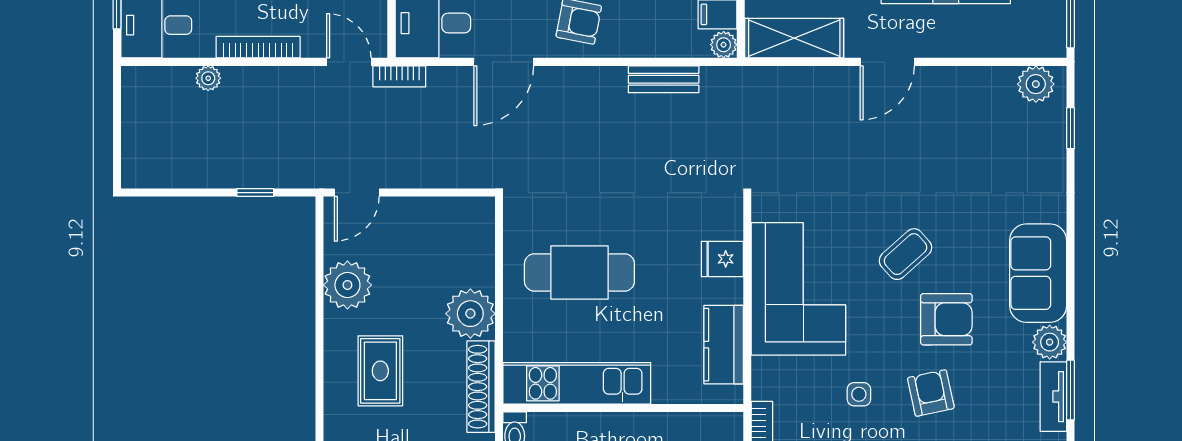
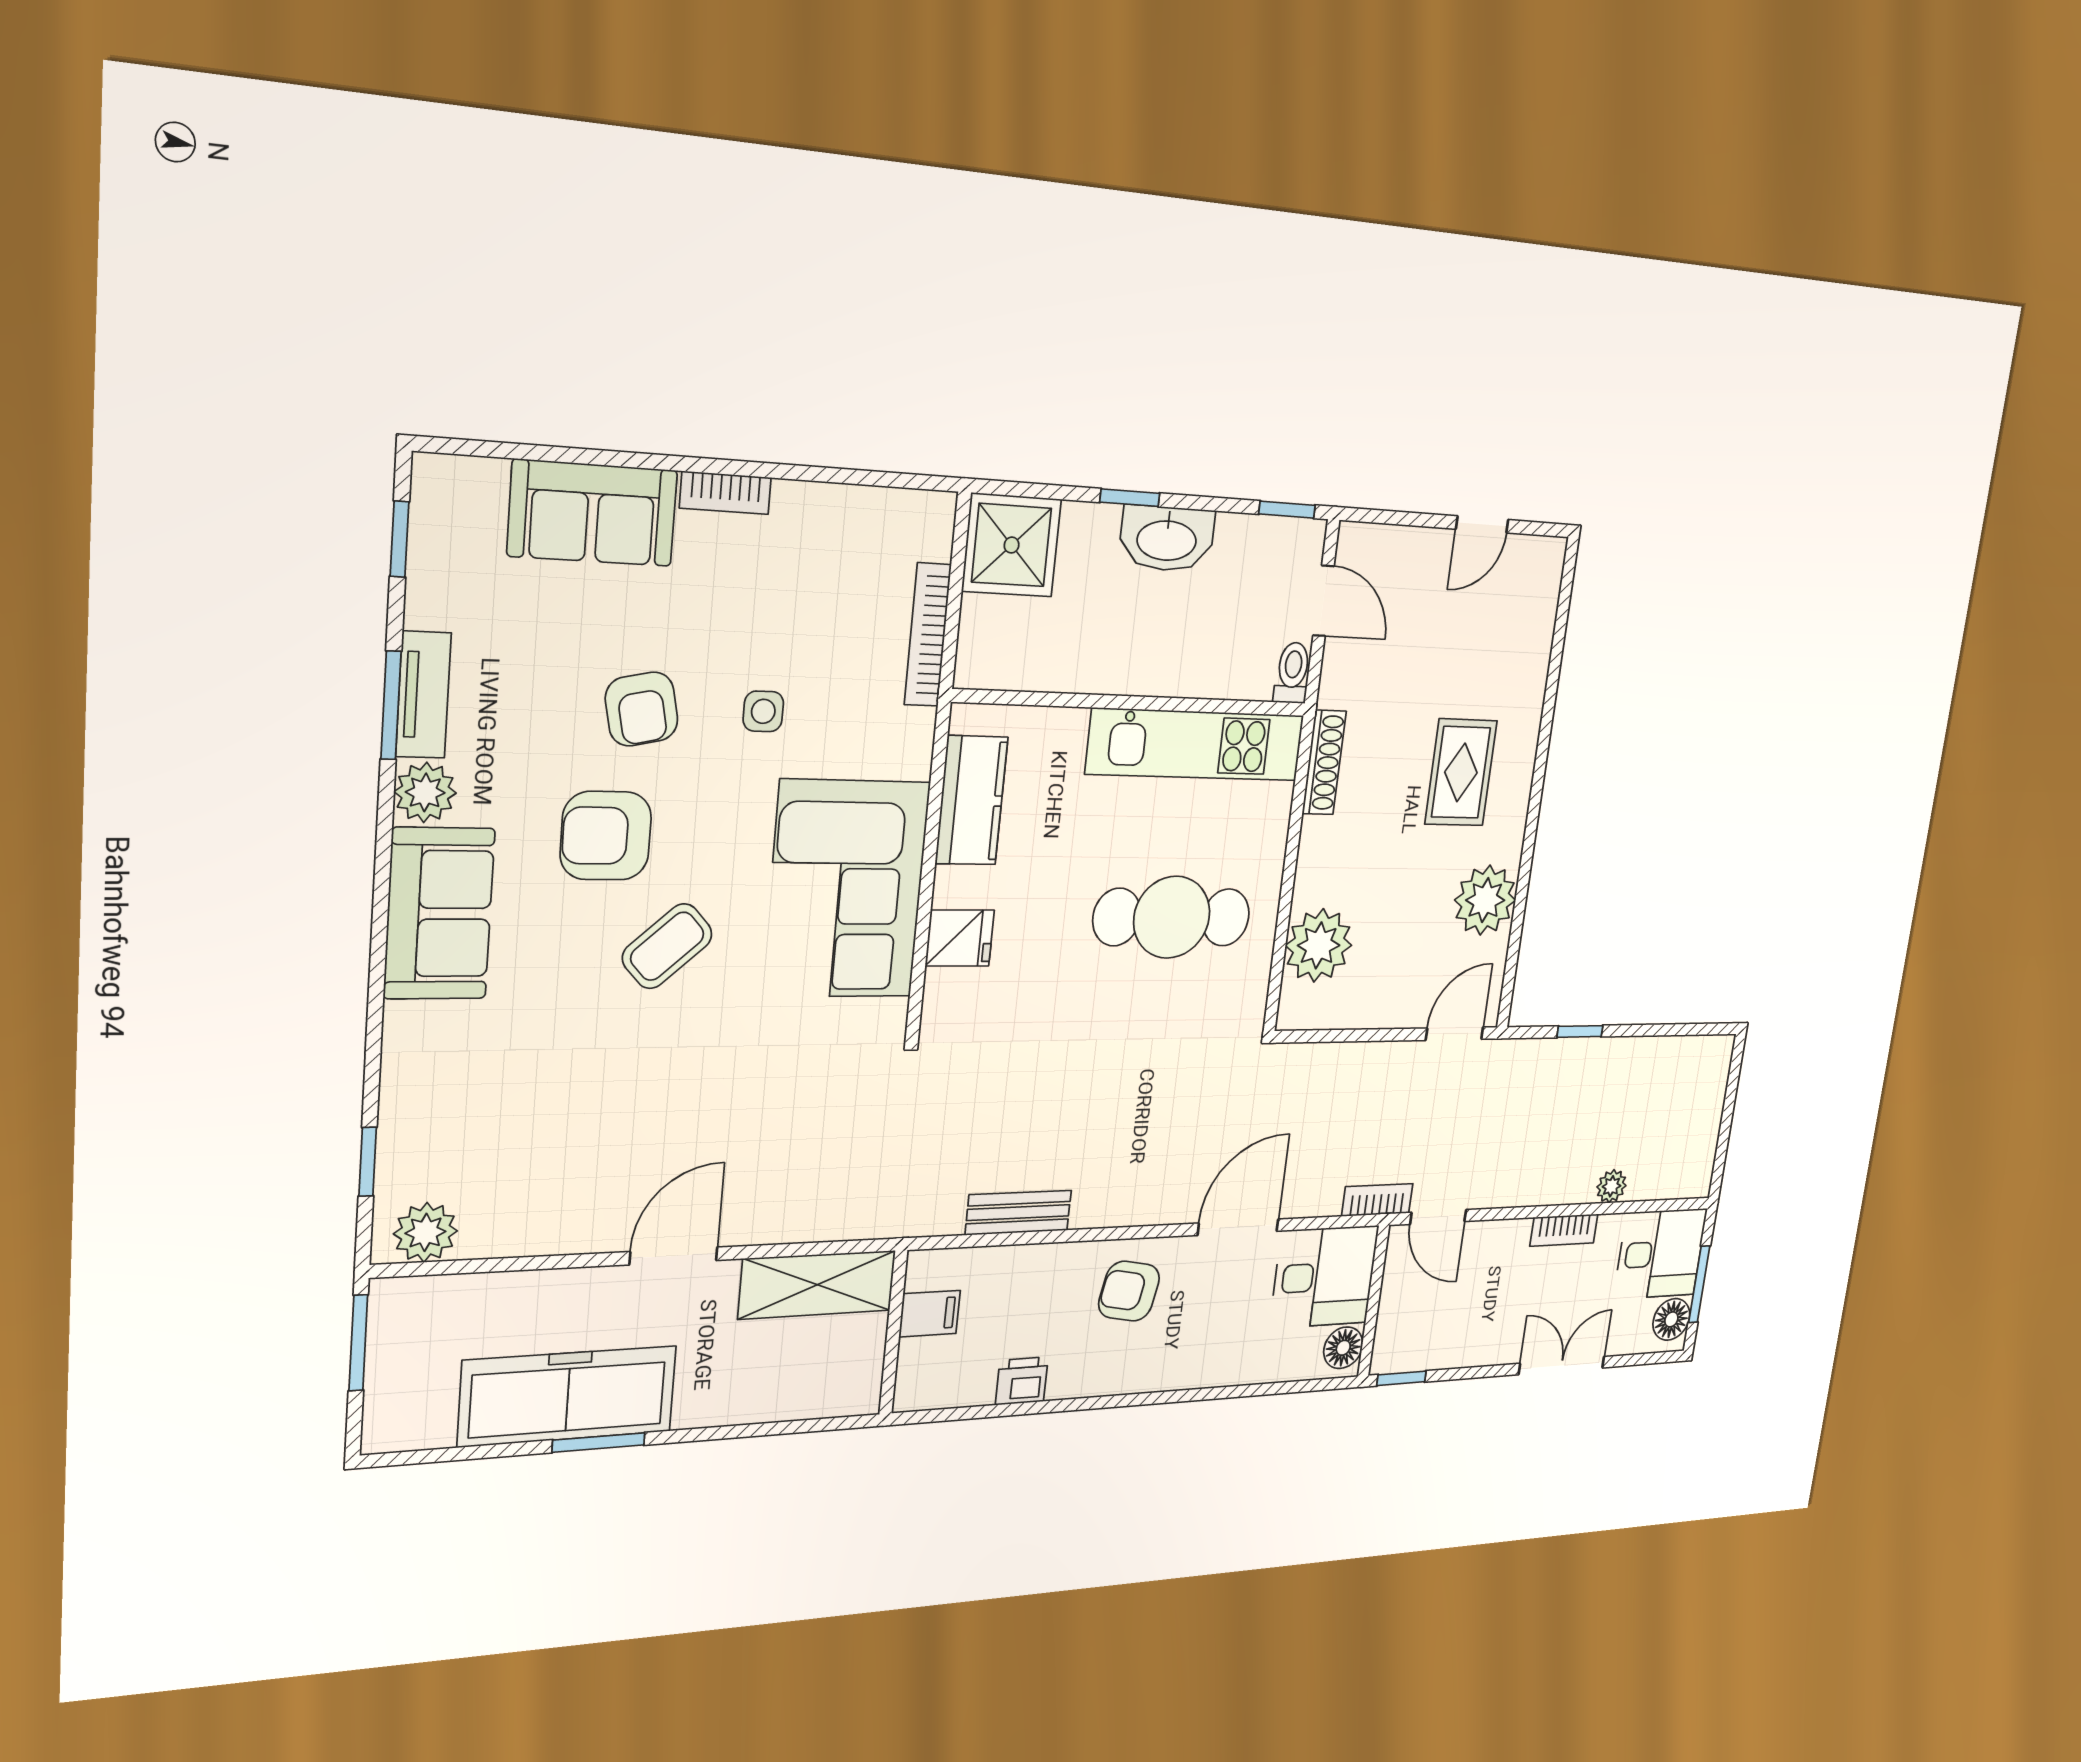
plant: (724, 45) -> (925, 1269), removed
bookcase: (258, 47) -> (1564, 1230), width x0.64
plant: (470, 314) -> (1319, 945), moved
shoe rack: (481, 387) -> (1324, 763), width x0.74, depth x0.81

